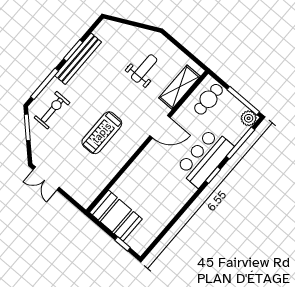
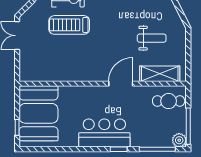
door: (160, 127) -> (121, 84), swing flipped
treadmill: (102, 133) -> (69, 25), moved
bar counter: (205, 158) -> (104, 133), moved
booth: (116, 216) -> (38, 113), width x1.36, depth x1.42

